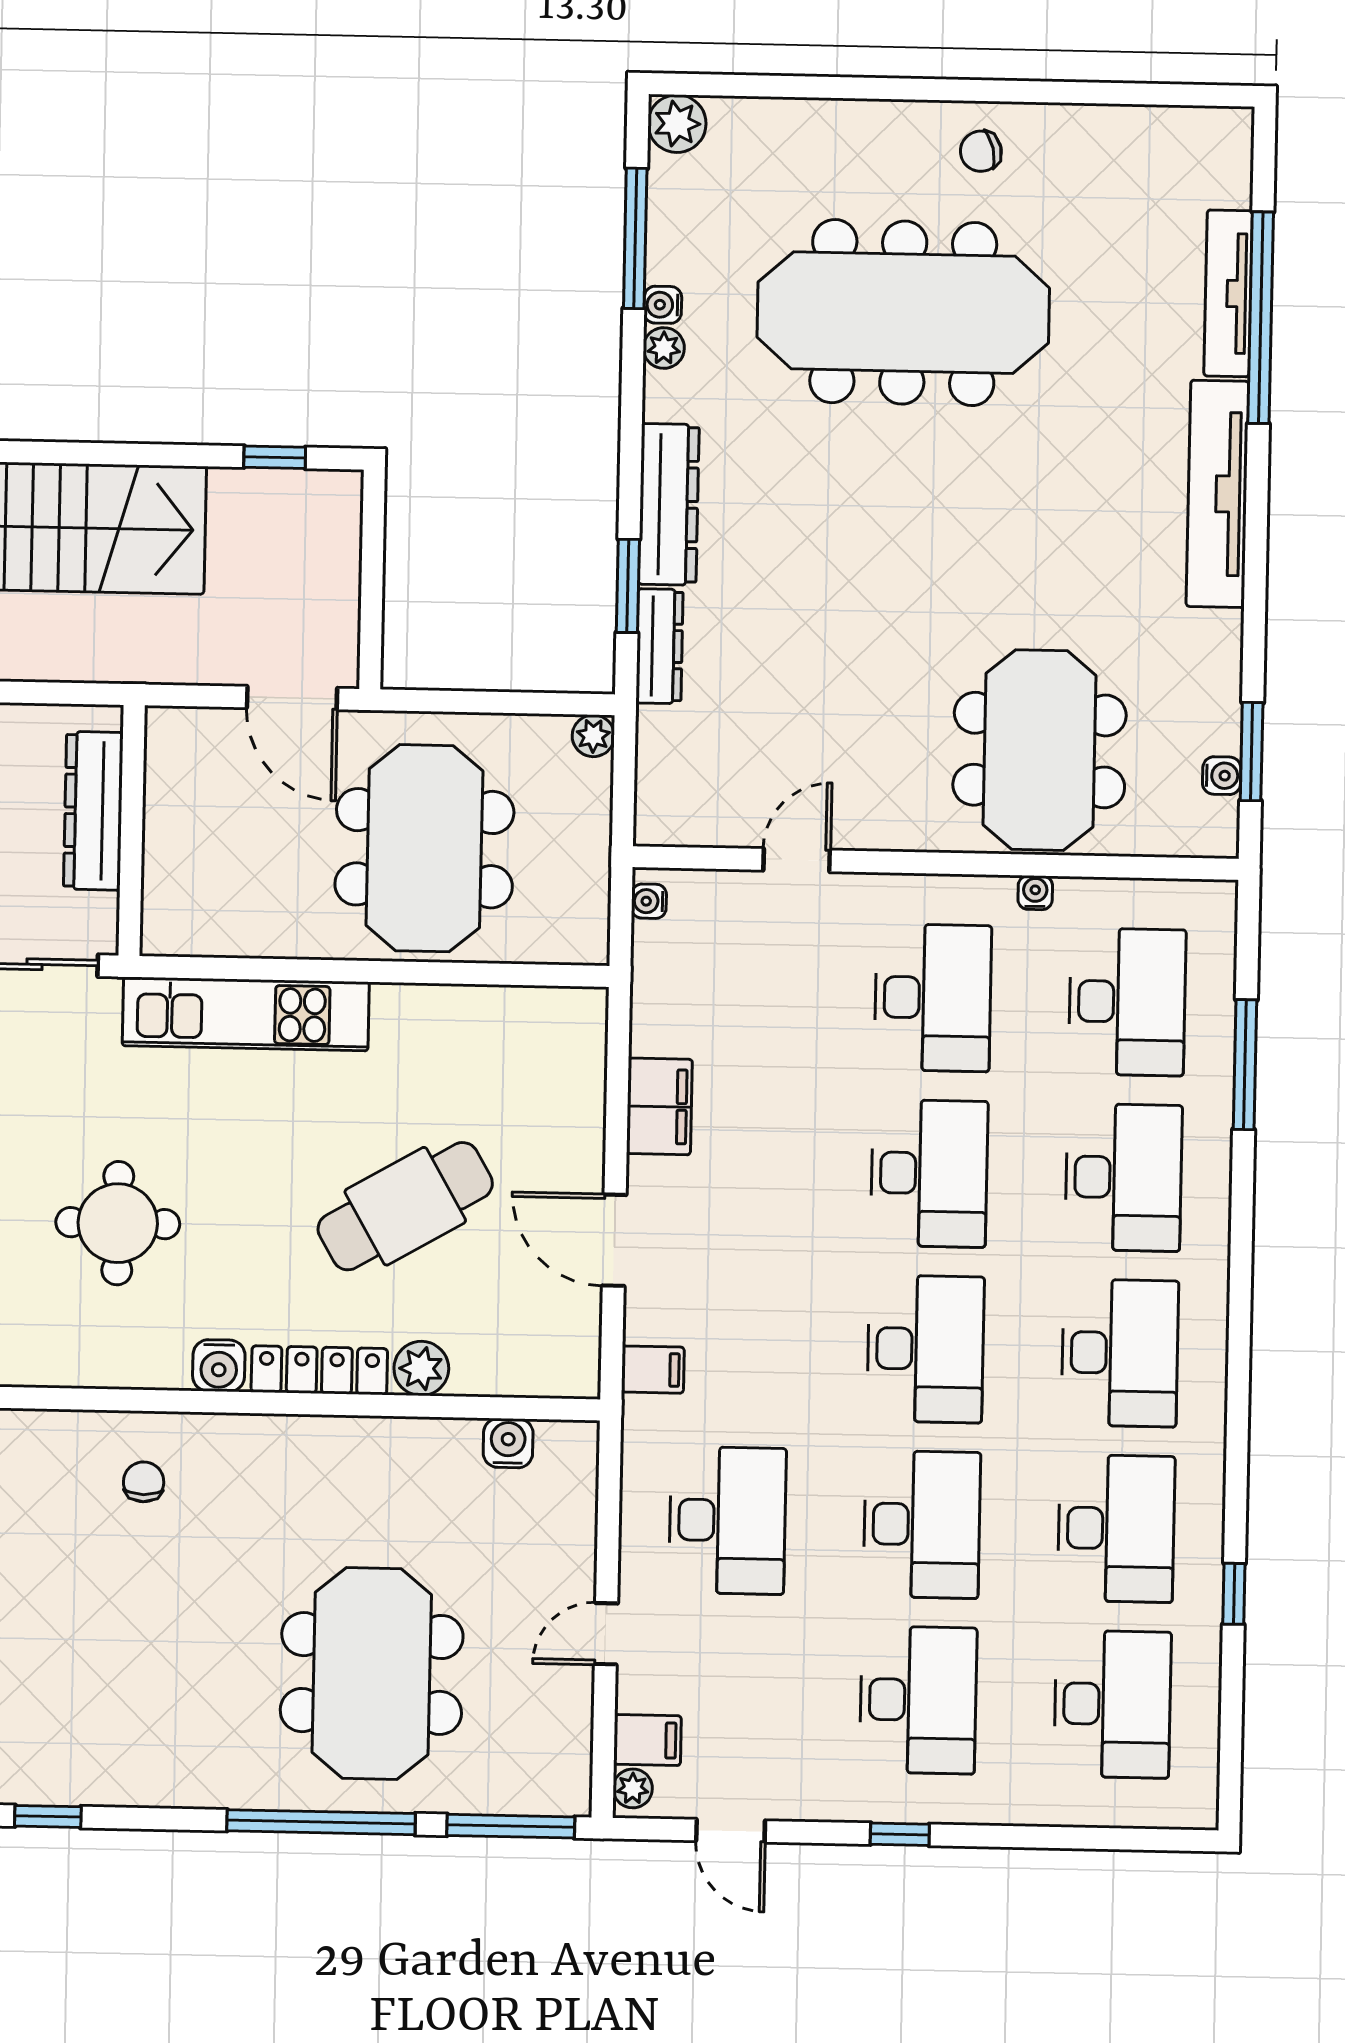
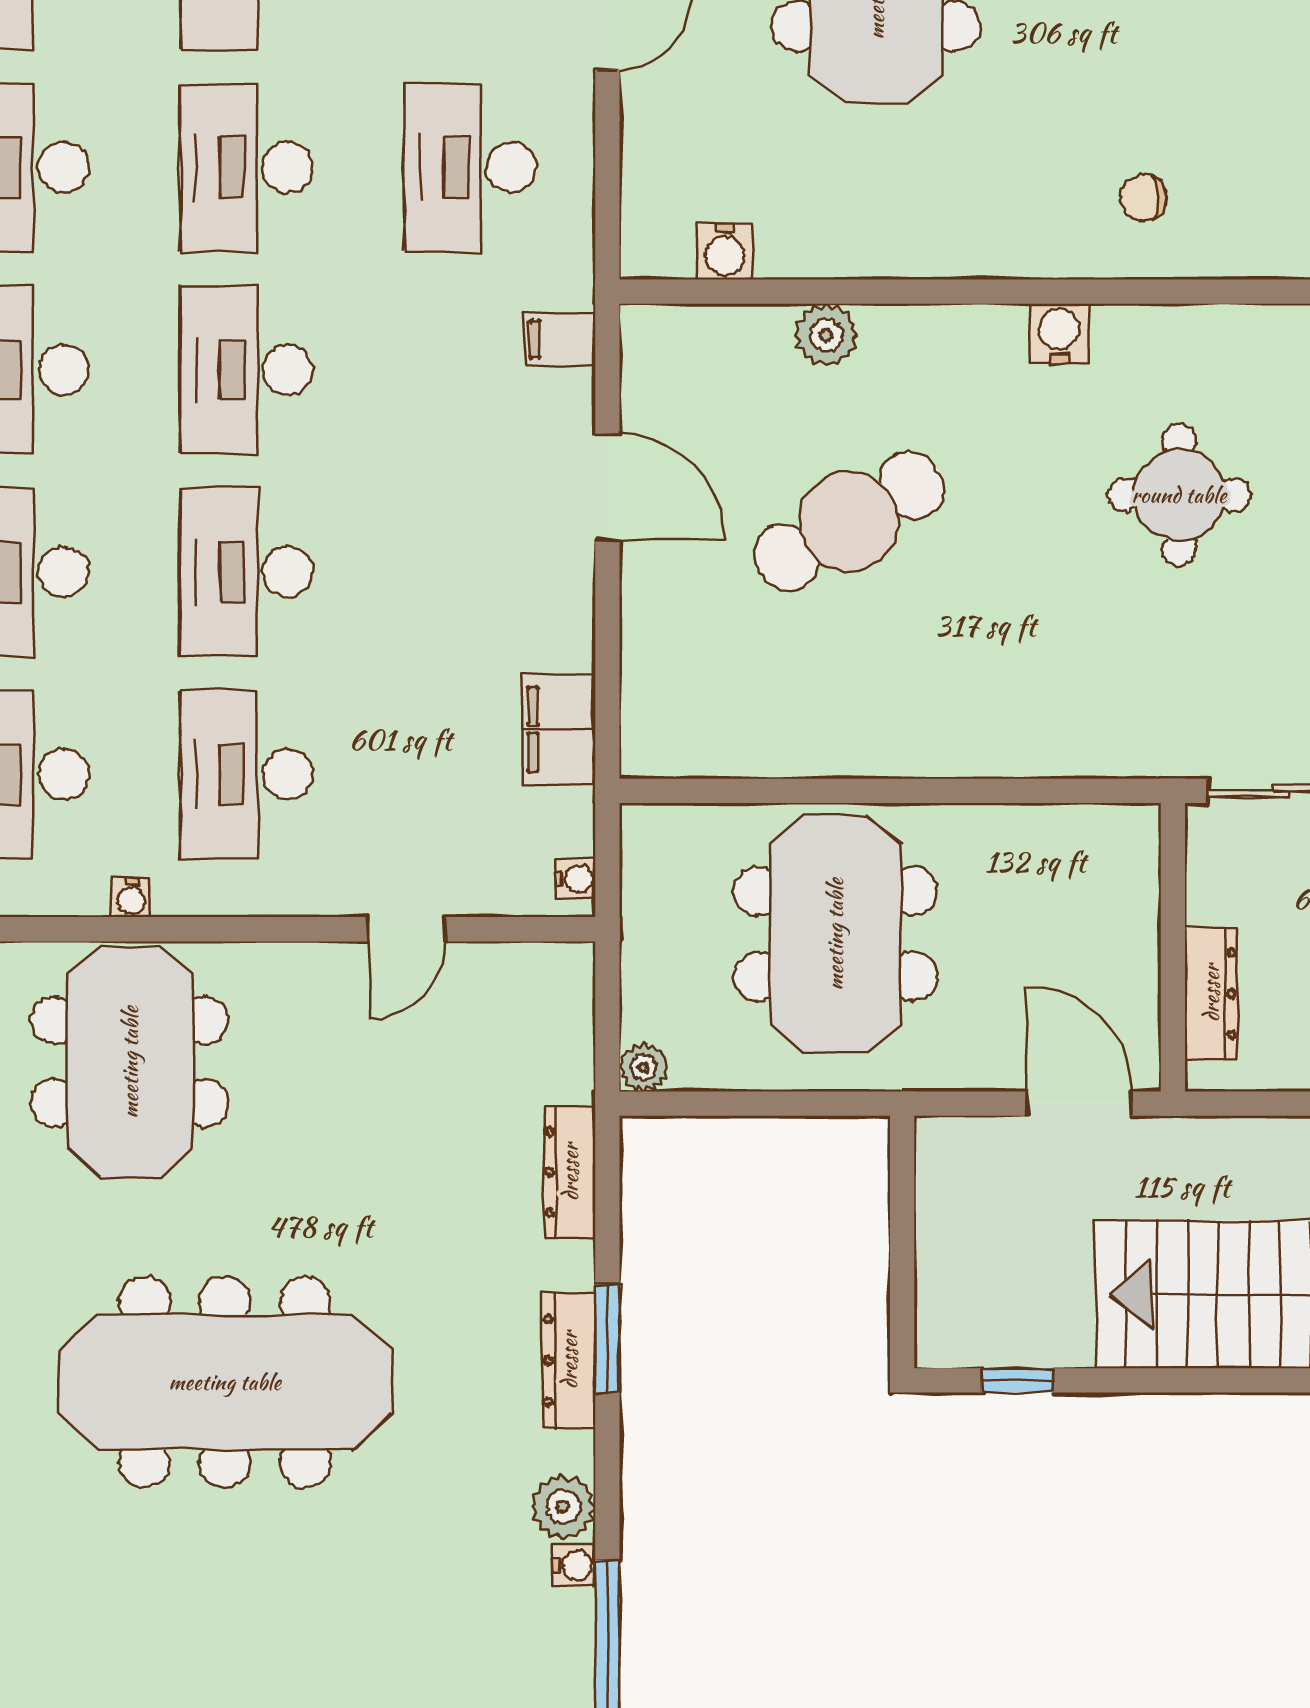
meeting table: (903, 313) -> (225, 1382), moved
plant: (664, 348) -> (563, 1507), width x1.38, depth x1.38
dresser: (669, 504) -> (569, 1360), width x0.73, depth x0.80
window: (628, 586) -> (607, 1338), moved
door: (292, 698) -> (1079, 1104), moved
dresser: (93, 811) -> (1211, 993), width x0.73, depth x0.80
kitchen unit: (246, 1014) -> (1037, 739), removed
filing cabinet: (659, 1106) -> (559, 729), moved
locker: (319, 1370) -> (944, 330), removed
chair: (144, 1482) -> (1143, 198), turned 90

